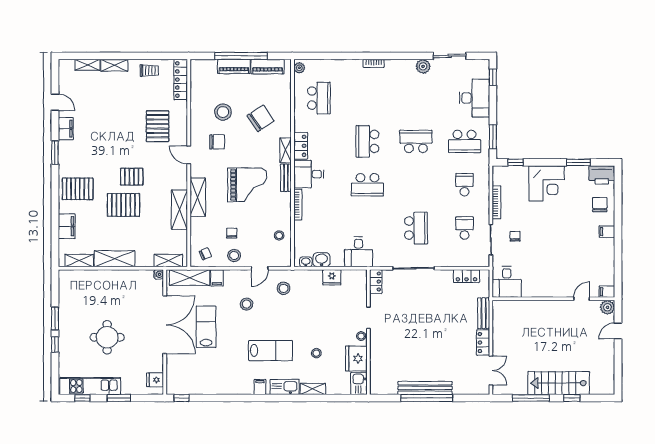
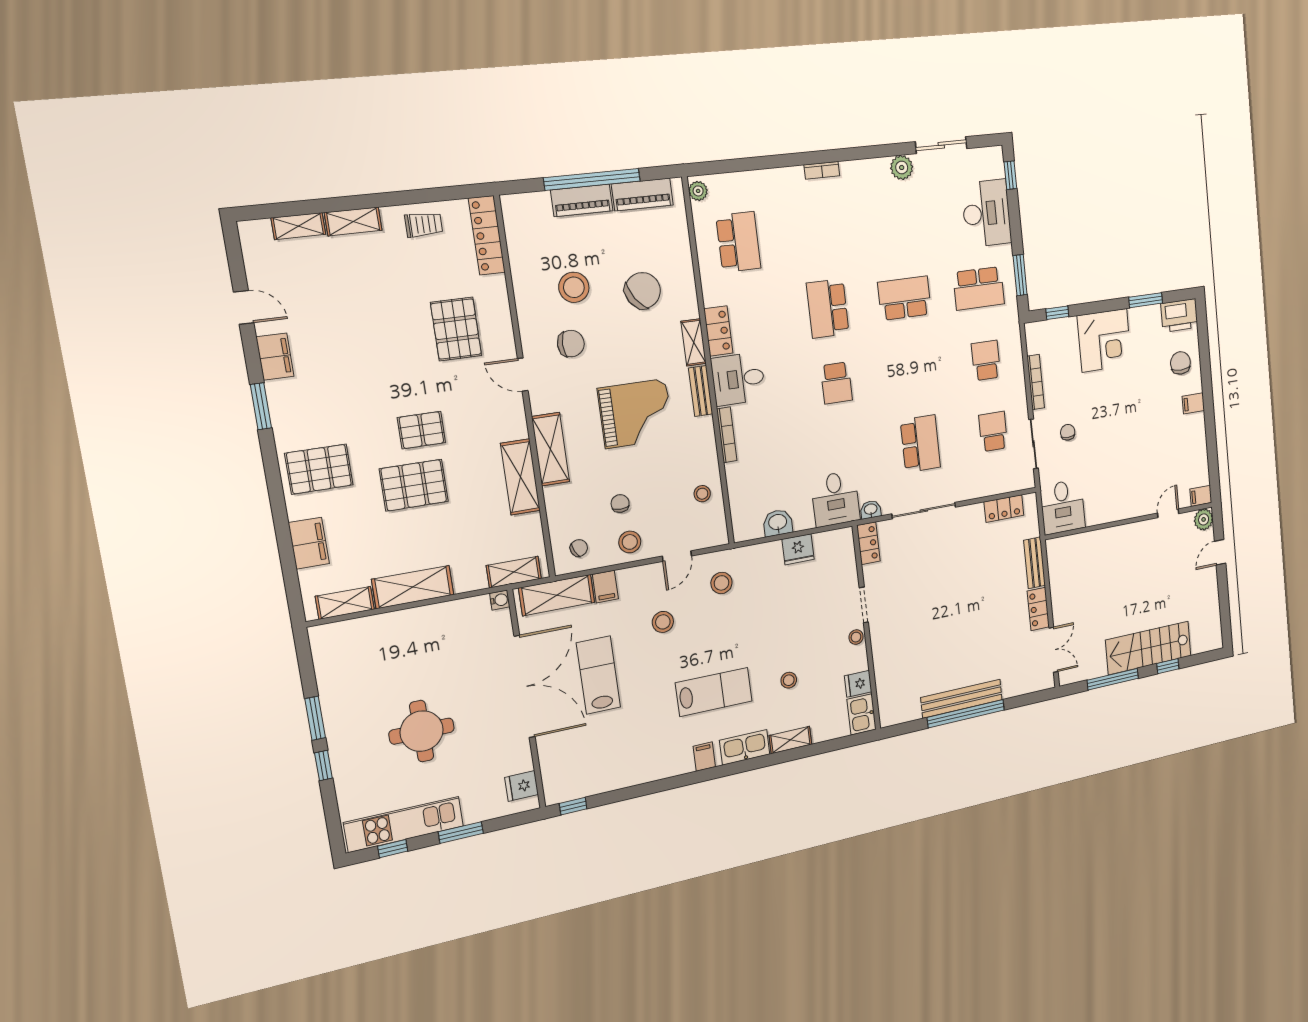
school desk: (367, 185) -> (836, 383), width x0.54
washbasin: (306, 262) -> (871, 510), moved
fridge: (356, 358) -> (858, 684), width x0.53, depth x0.75

